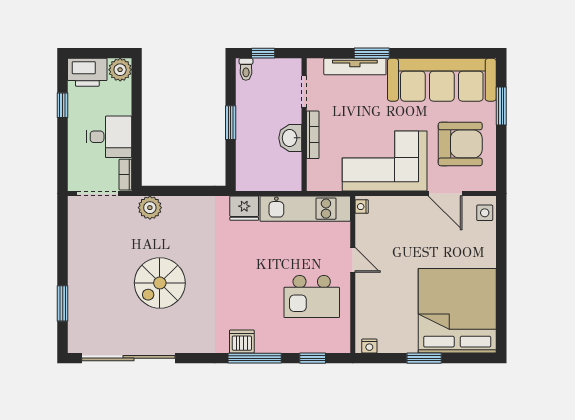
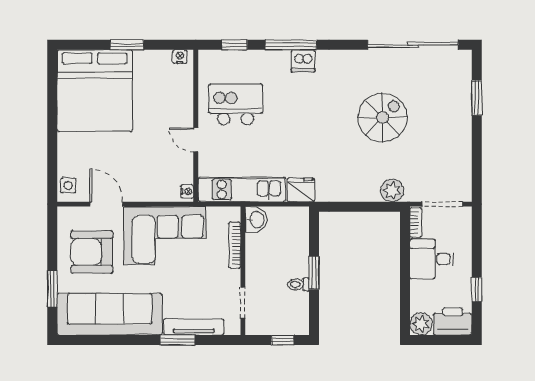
toilet: (246, 69) -> (298, 284), moved, turned -90
bookcase: (313, 135) -> (235, 245), moved
washbasin: (290, 138) -> (256, 220), moved

